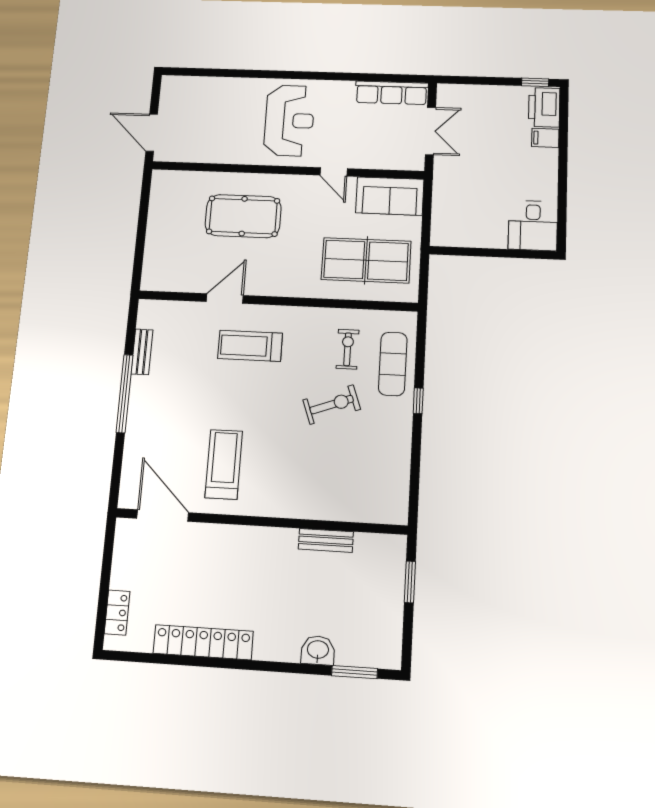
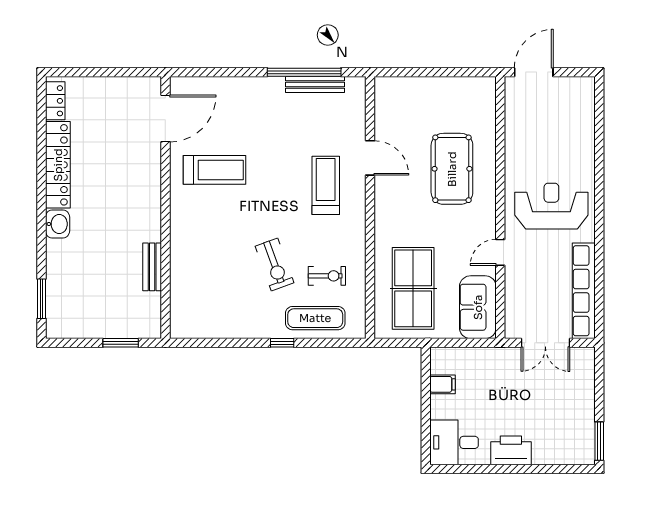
window: (535, 82) -> (599, 441), width x1.50
row of seats: (392, 93) -> (584, 291), width x1.36
printer: (544, 107) -> (511, 450), moved
reception desk: (289, 120) -> (551, 206), turned 180
filing cabinet: (545, 138) -> (443, 384), moved, turned 90
bench: (142, 352) -> (315, 85), width x1.36
window: (125, 394) -> (304, 72), moved
locker: (117, 613) -> (55, 101), moved, turned -90
washbasin: (318, 650) -> (58, 224), moved

